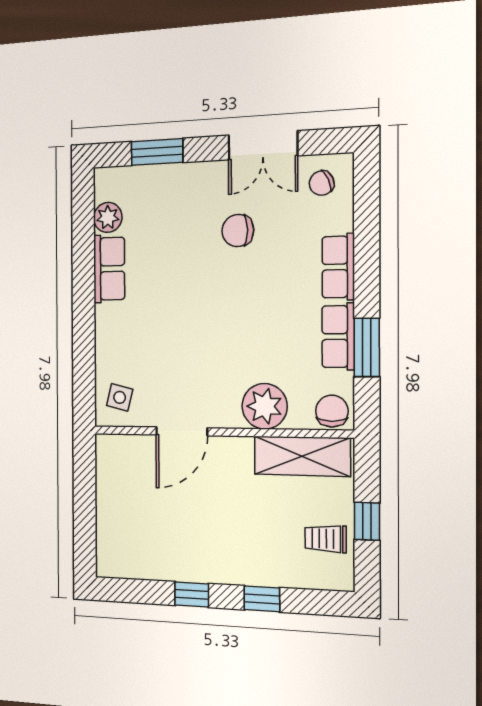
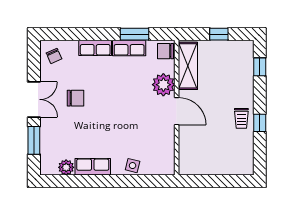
double door: (263, 145) -> (34, 99), moved
chair: (238, 230) -> (76, 98), turned -90
side table: (120, 397) -> (133, 166), moved
door: (182, 431) -> (177, 111), moved
trolley: (326, 539) -> (241, 118), moved
window: (262, 599) -> (260, 67), moved

